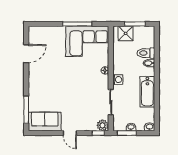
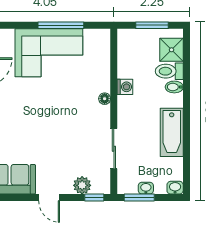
shower: (126, 33) -> (172, 50), moved
corner sofa: (87, 41) -> (49, 53), moved
washing machine: (118, 80) -> (125, 87), moved
plant: (102, 125) -> (82, 185), moved

